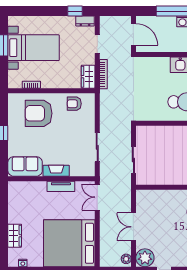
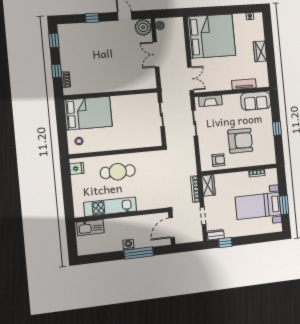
door: (133, 34) -> (172, 228), hinge flipped
armchair: (39, 113) -> (240, 141), moved
fireplace: (56, 171) -> (210, 101), moved
tv unit: (61, 186) -> (244, 84), moved
double door: (133, 227) -> (156, 54), swing flipped
wardrobe: (15, 236) -> (260, 51), moved

